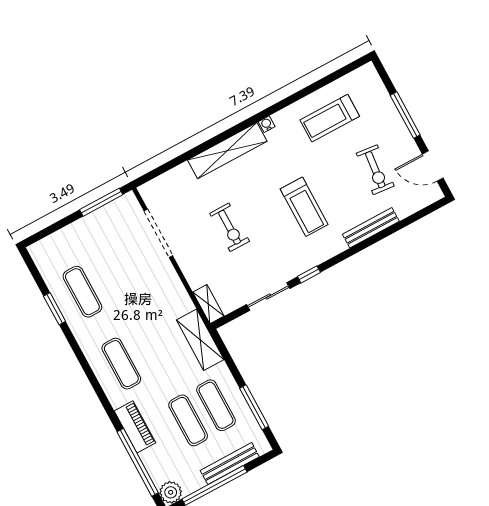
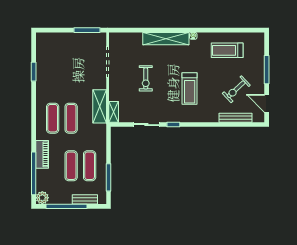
exercise bike: (375, 170) -> (236, 89), turned 41
bench: (371, 228) -> (236, 118), moved
exercise mat: (82, 292) -> (71, 118), moved
shelving: (200, 340) -> (100, 106), moved
bench: (230, 464) -> (85, 199), width x0.73

